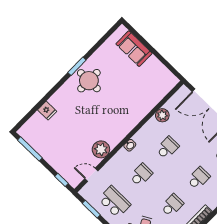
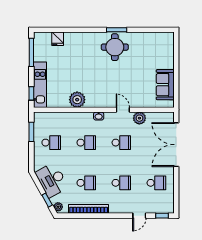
sofa: (134, 49) -> (165, 85), moved
fridge: (47, 111) -> (58, 39), moved
kitchen unit: (61, 167) -> (40, 85), added
door: (91, 175) -> (123, 110), moved
school desk: (115, 202) -> (51, 143), width x0.54

